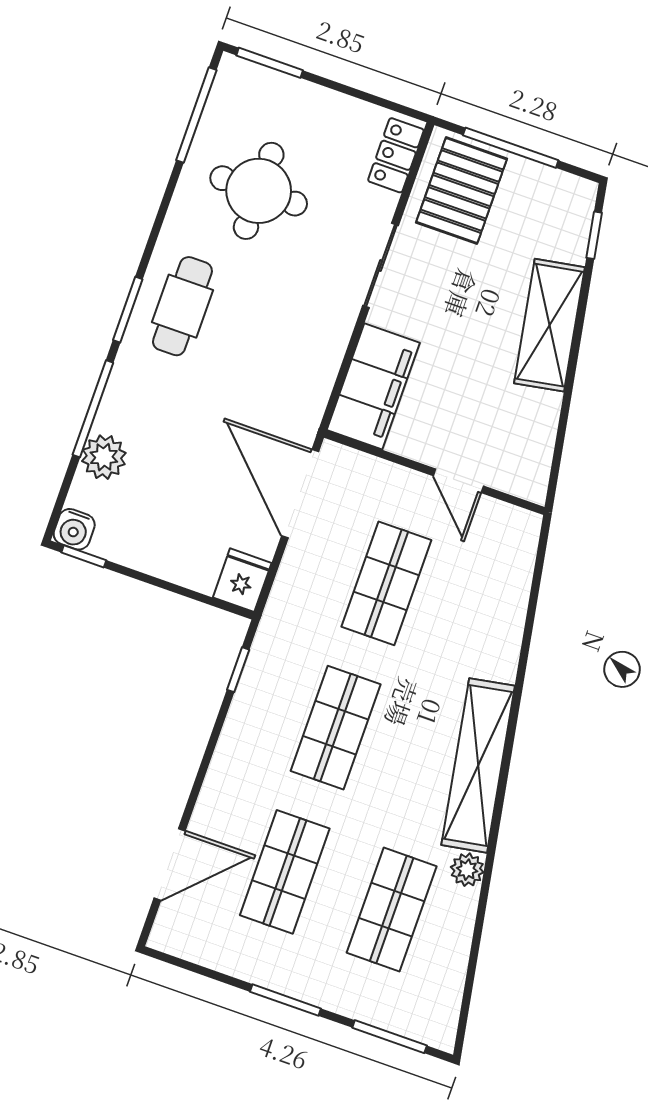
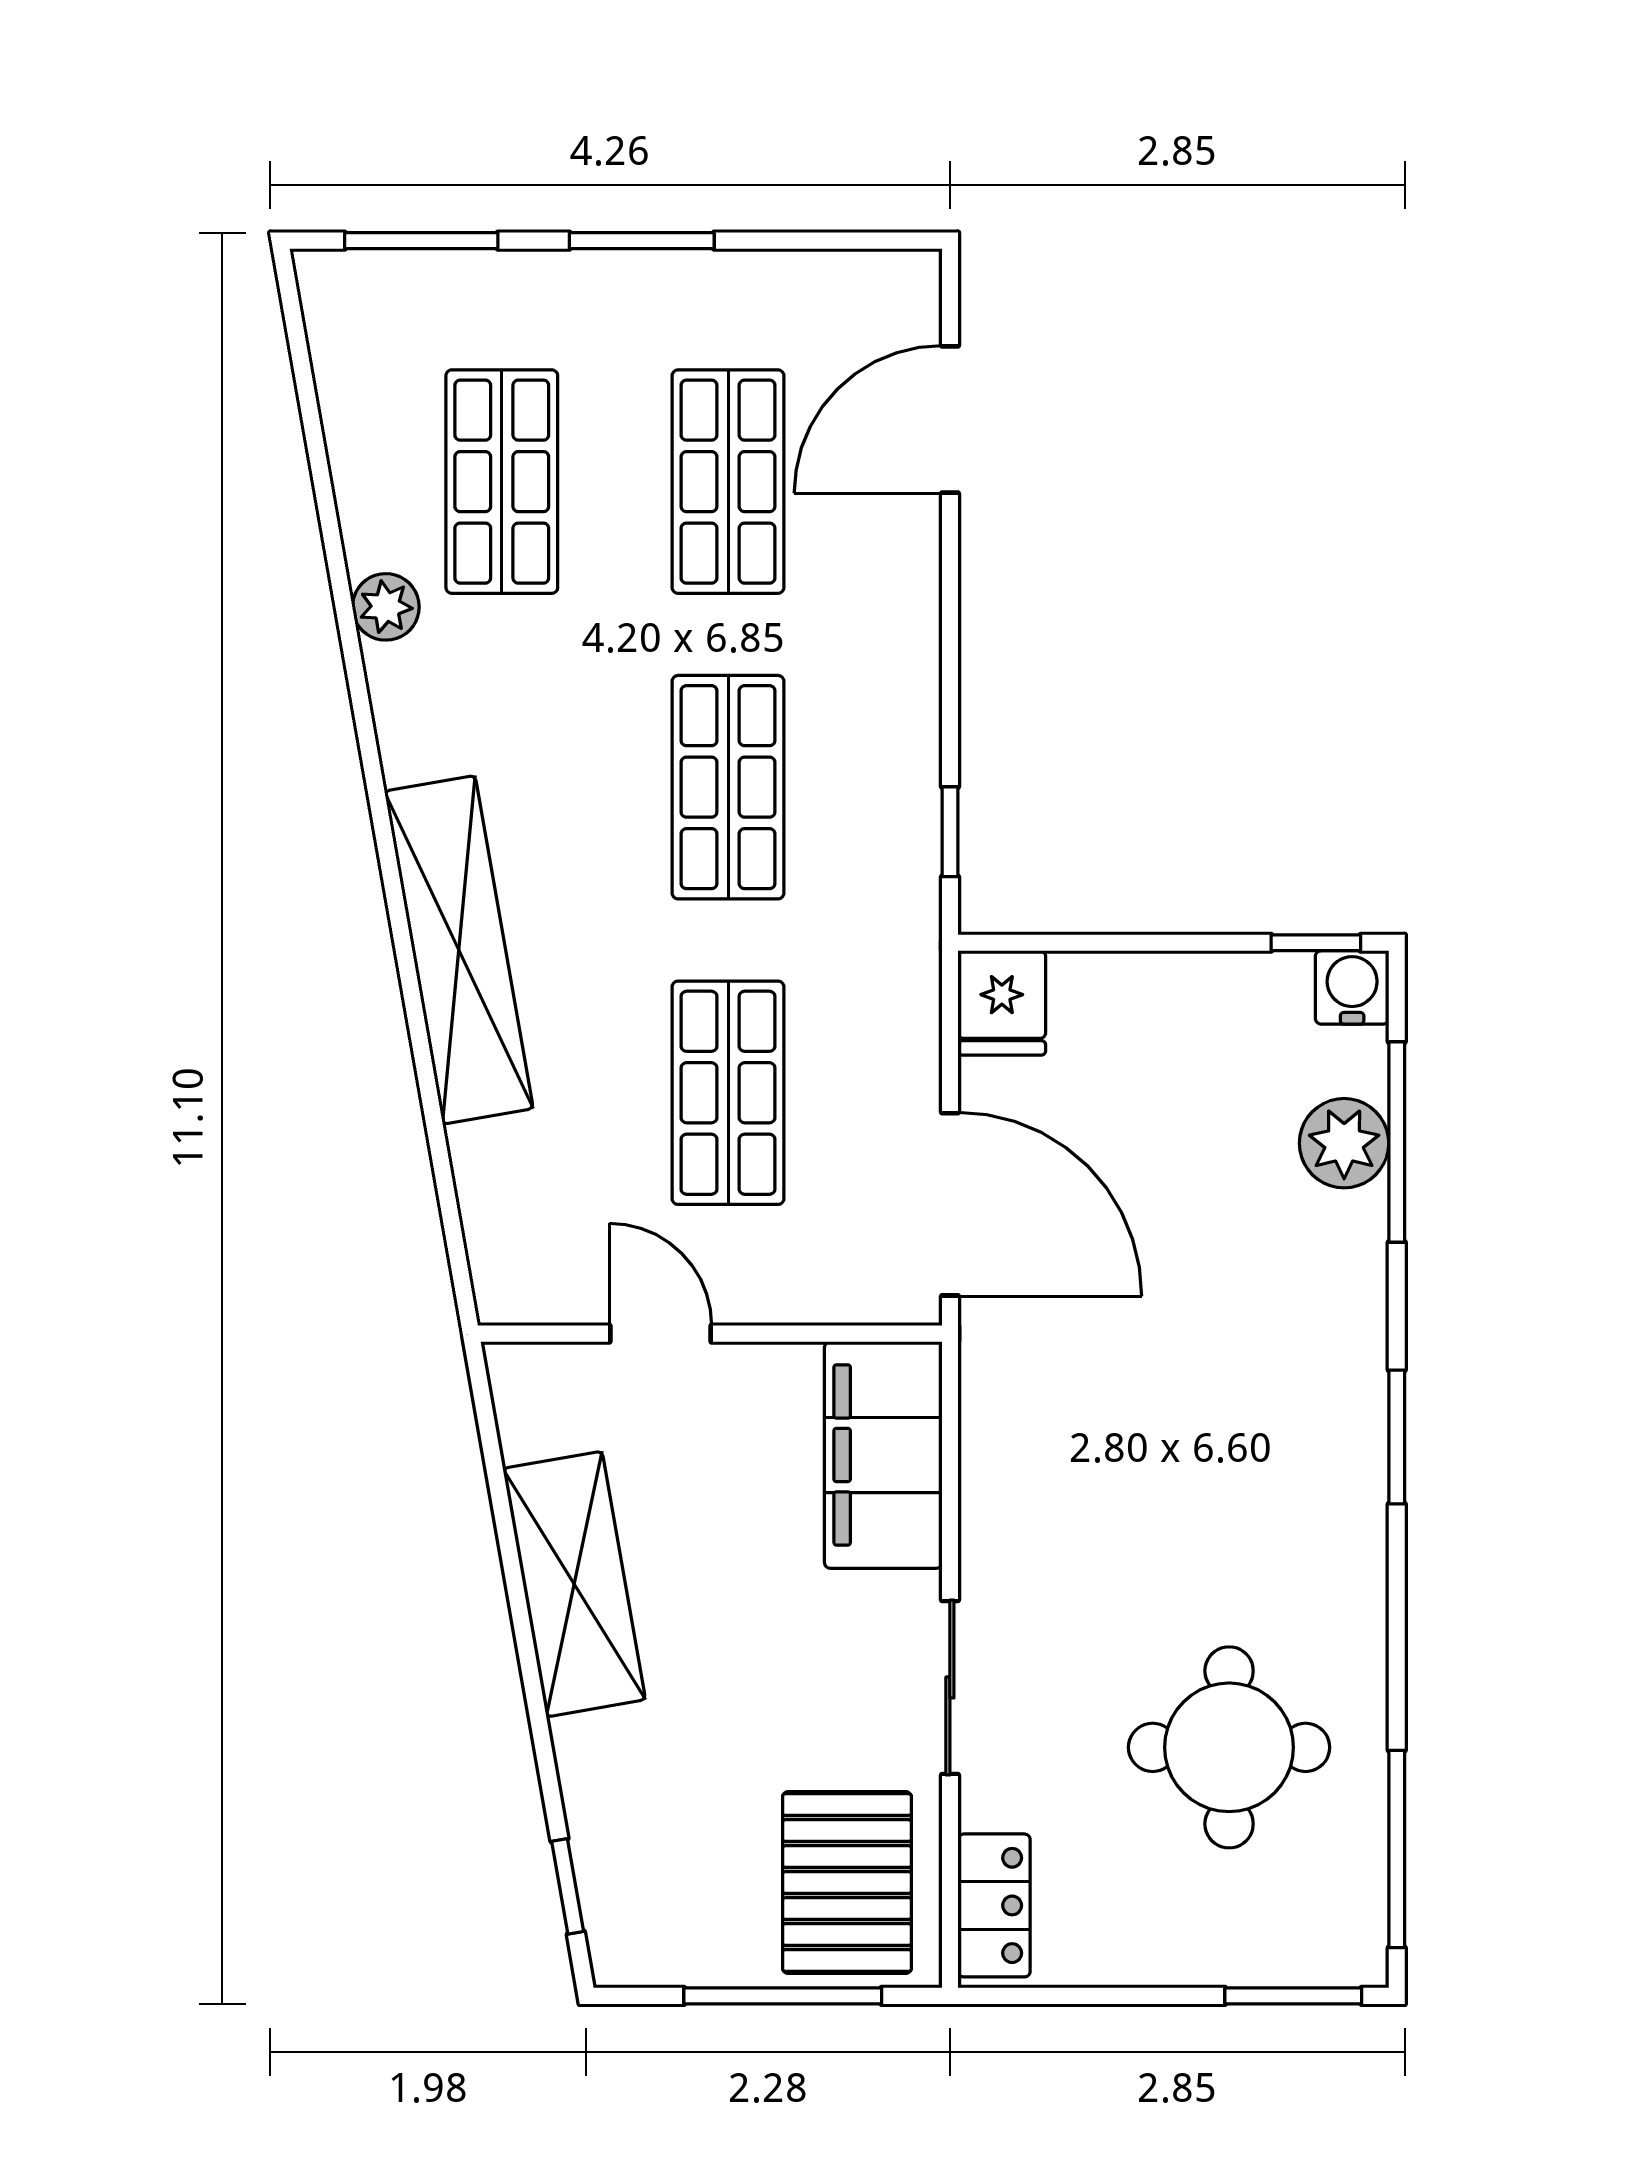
cafe table: (182, 306) -> (1296, 1480), removed
shelving: (549, 325) -> (574, 1584), moved
window: (93, 409) -> (1397, 1142), moved
shelving: (478, 765) -> (459, 950), moved

